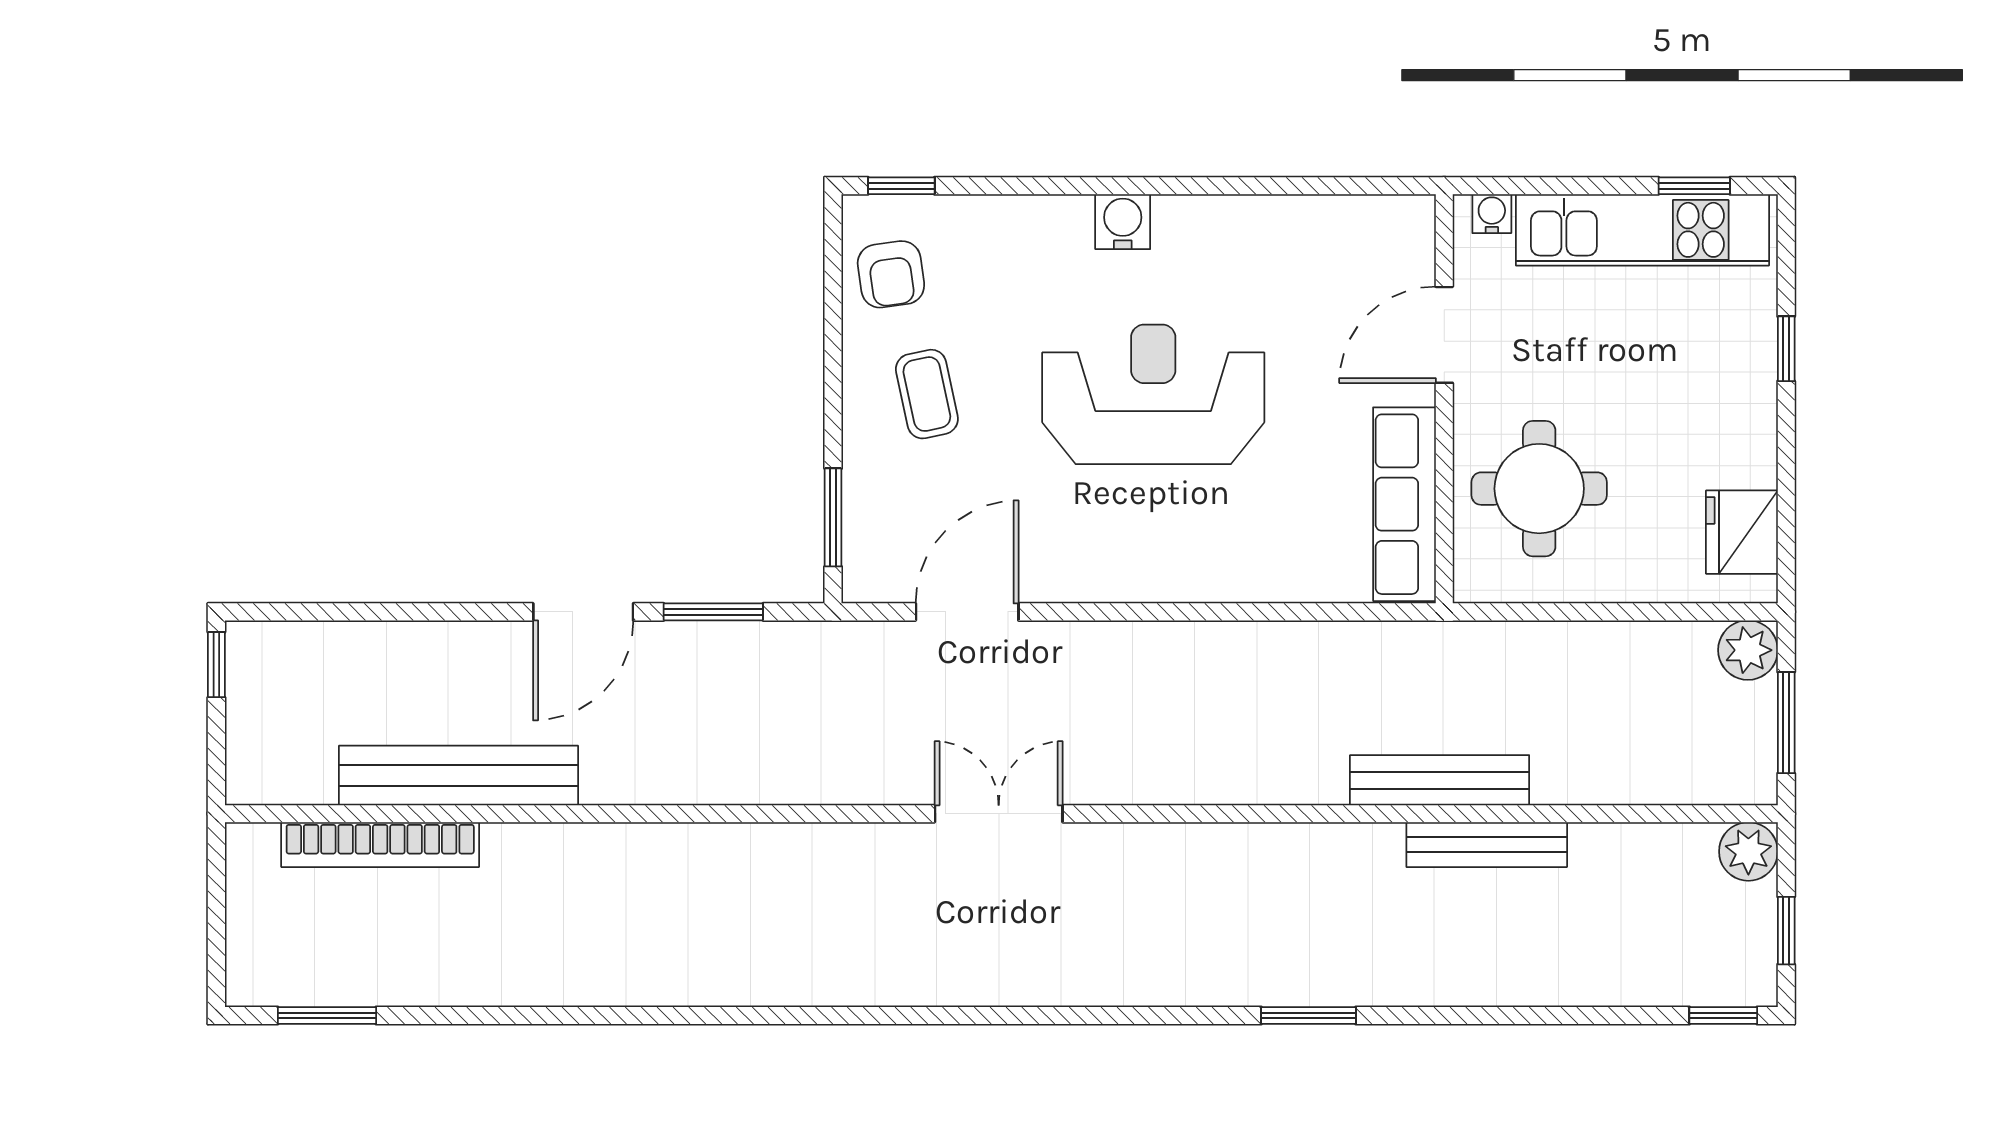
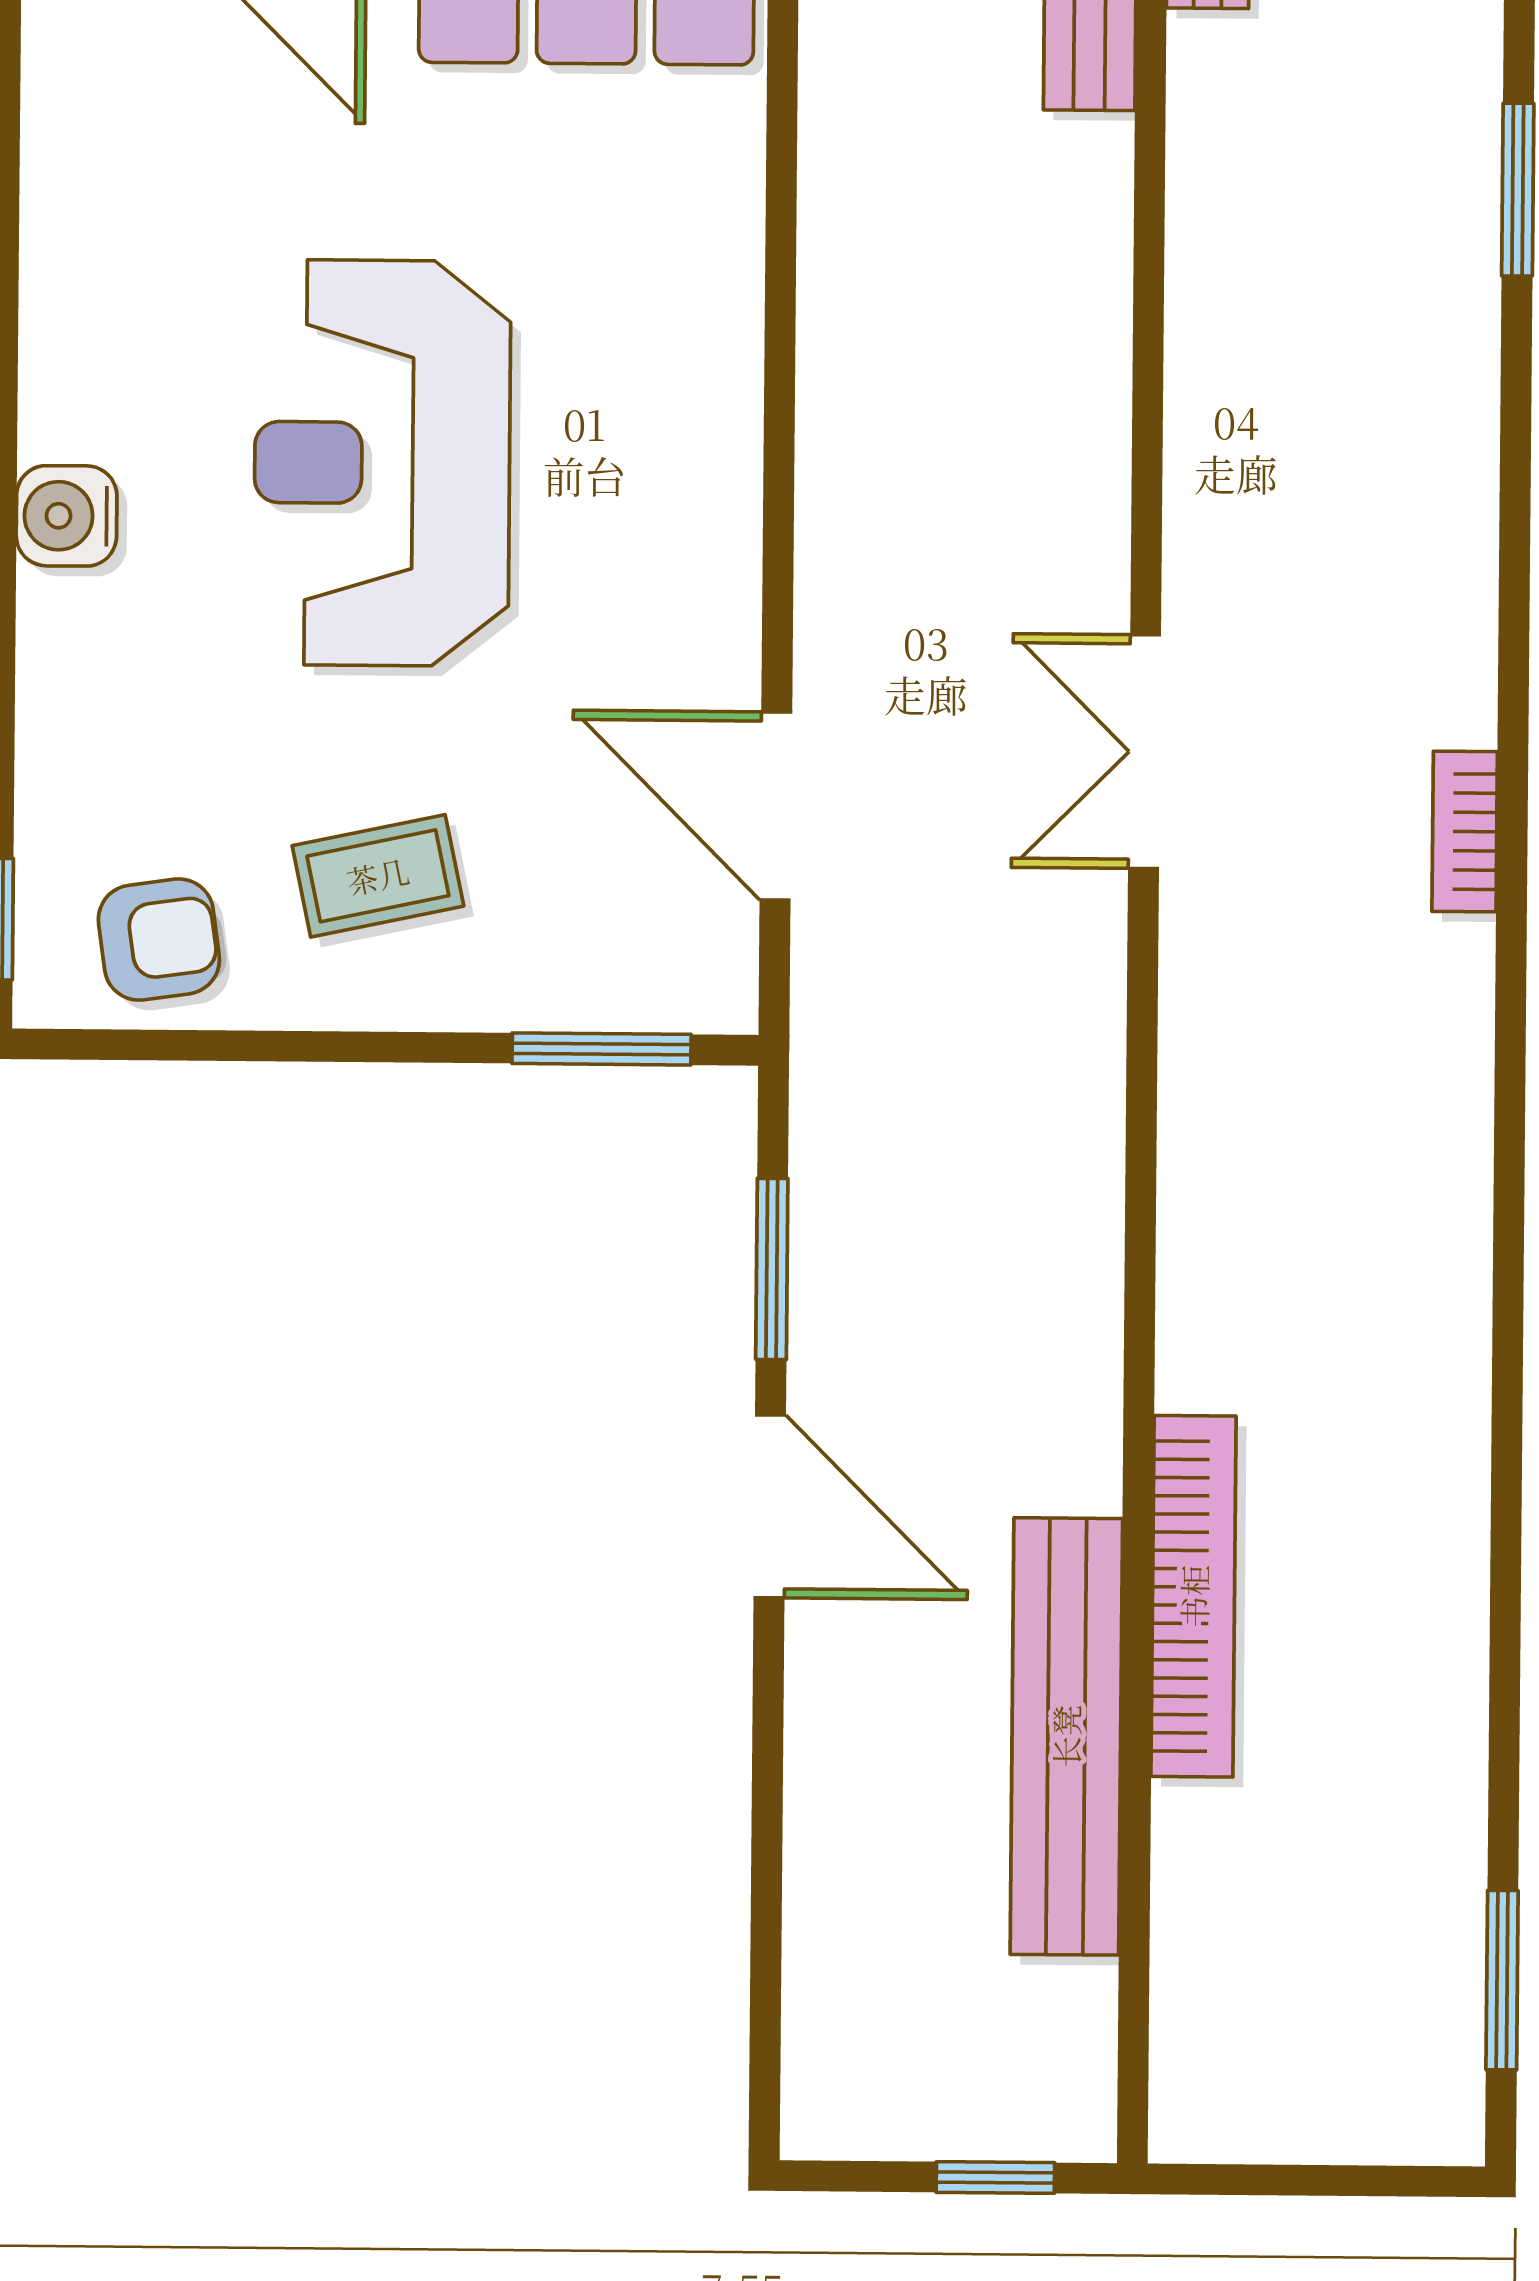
window: (216, 665) -> (995, 2178), moved
bookcase: (380, 845) -> (1194, 1596), moved
bookcase: (956, 990) -> (1465, 832), added

